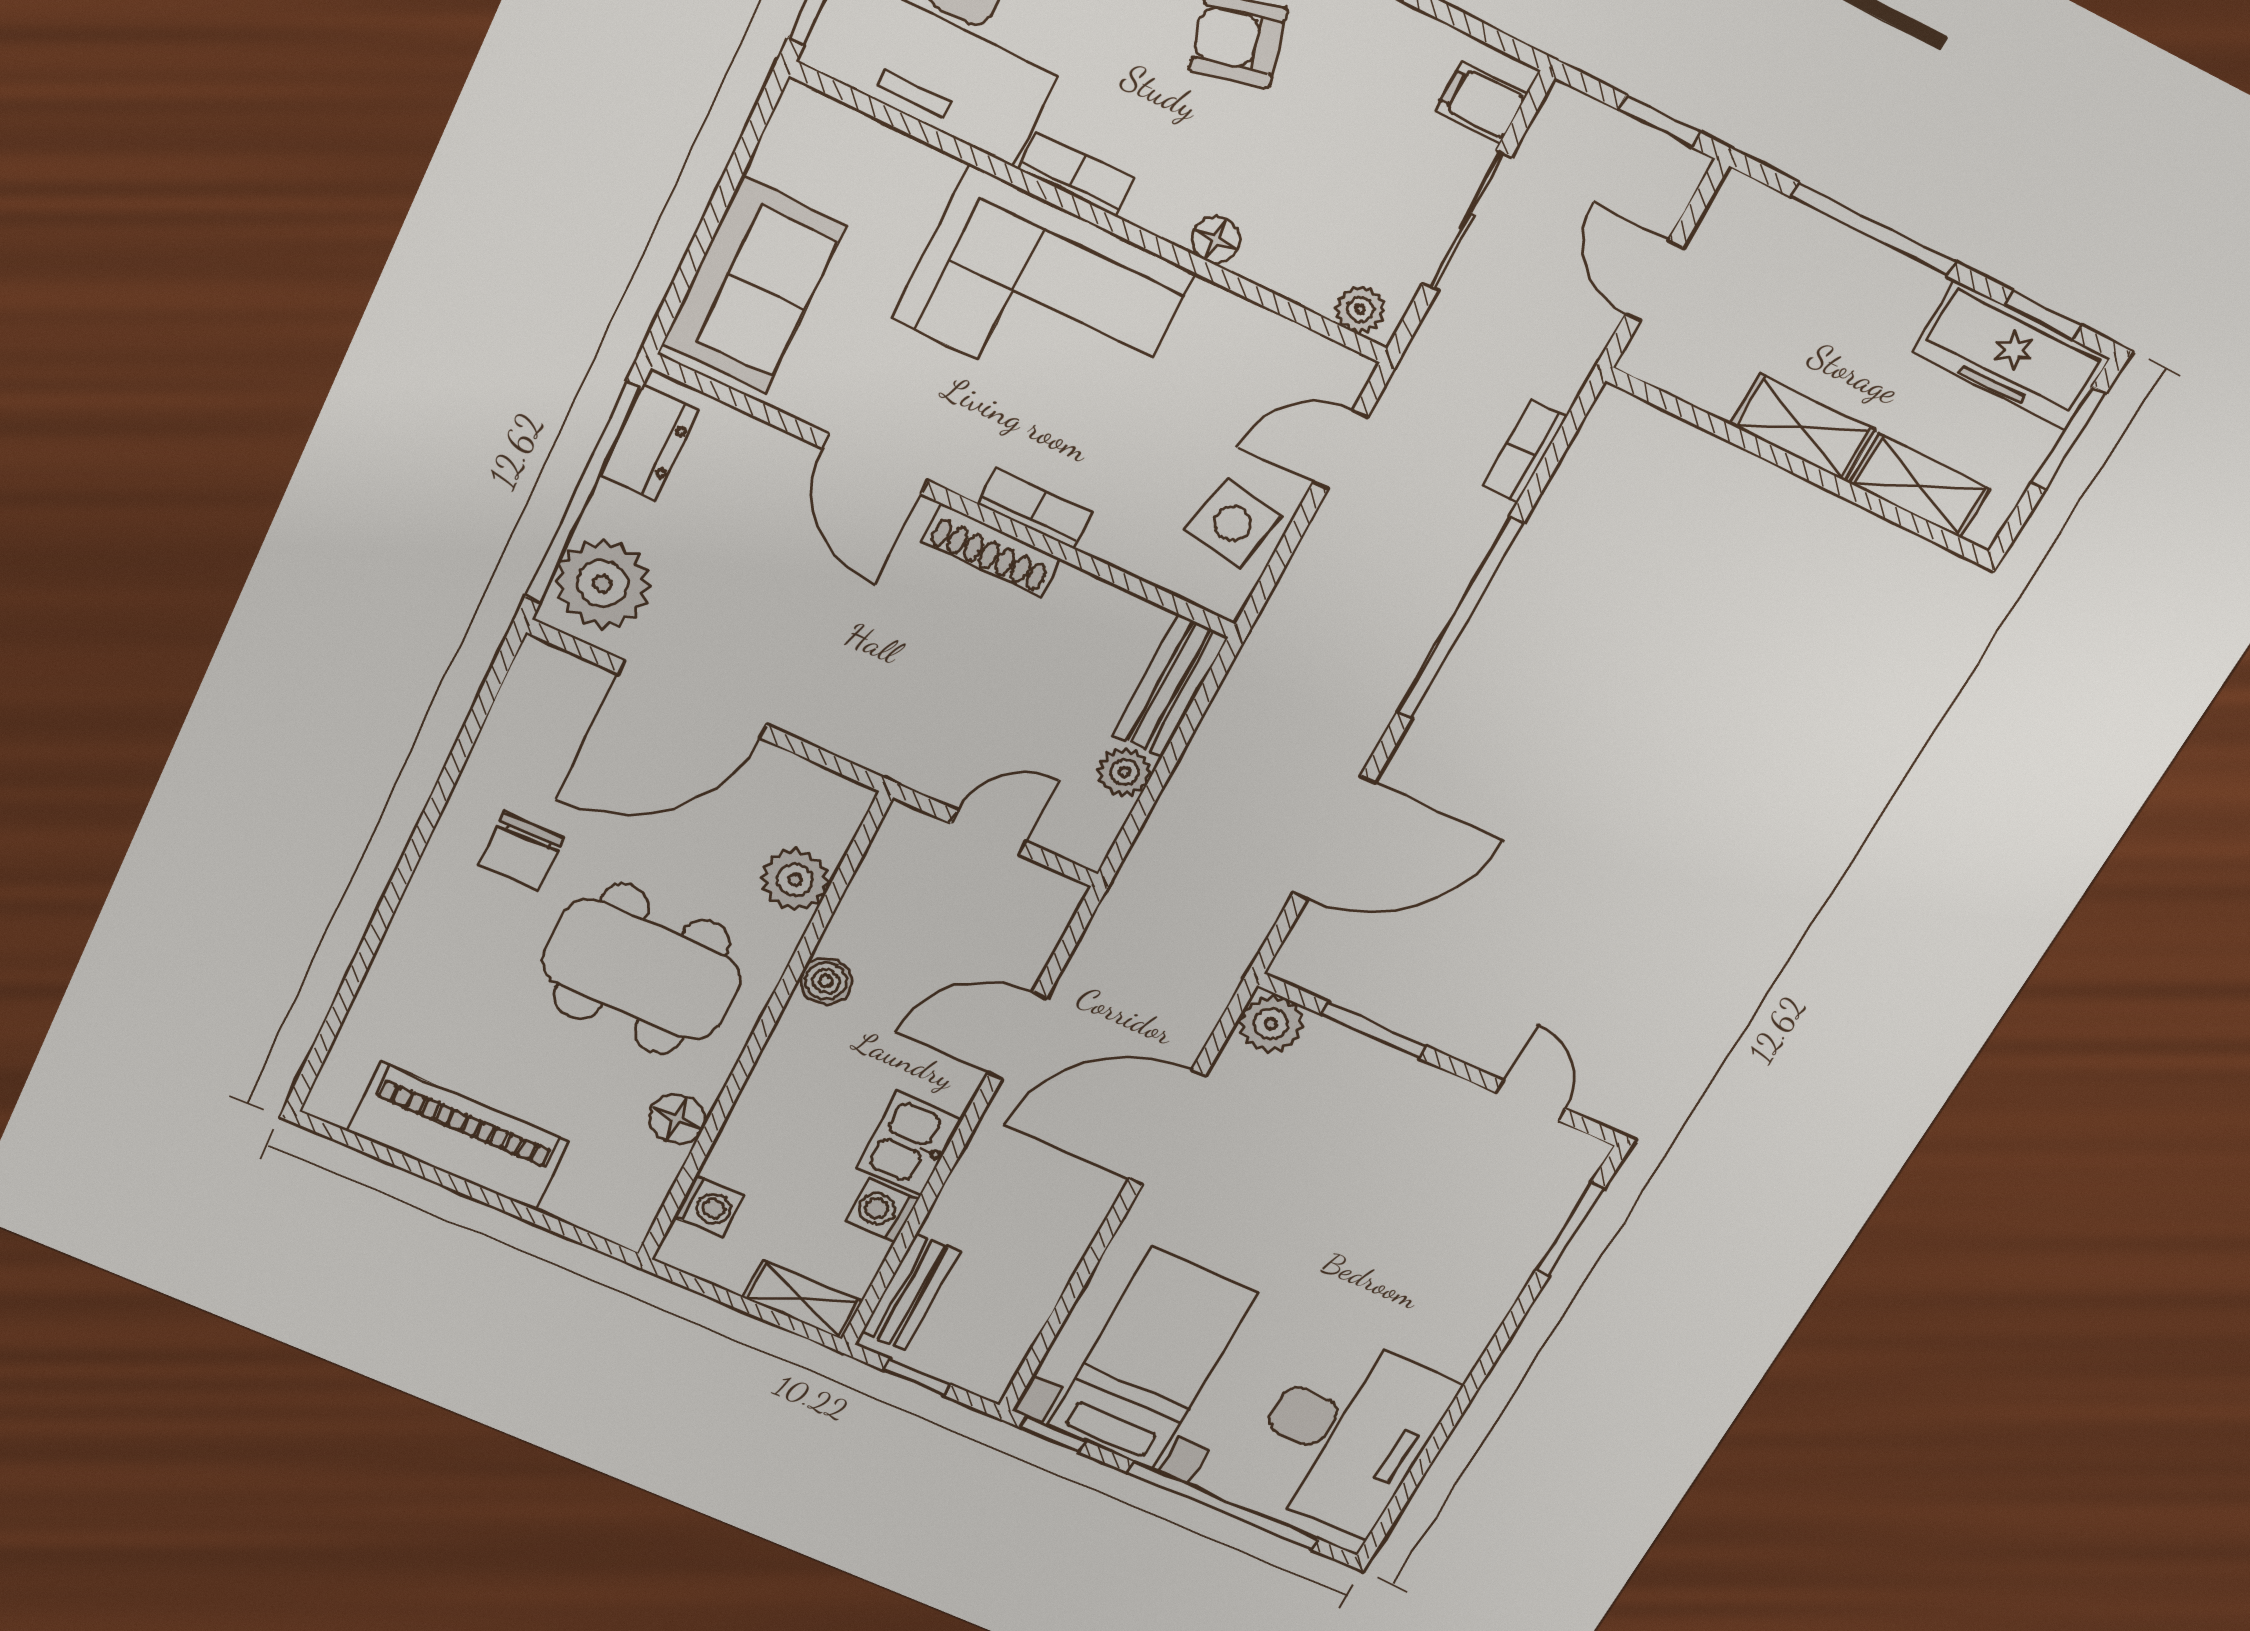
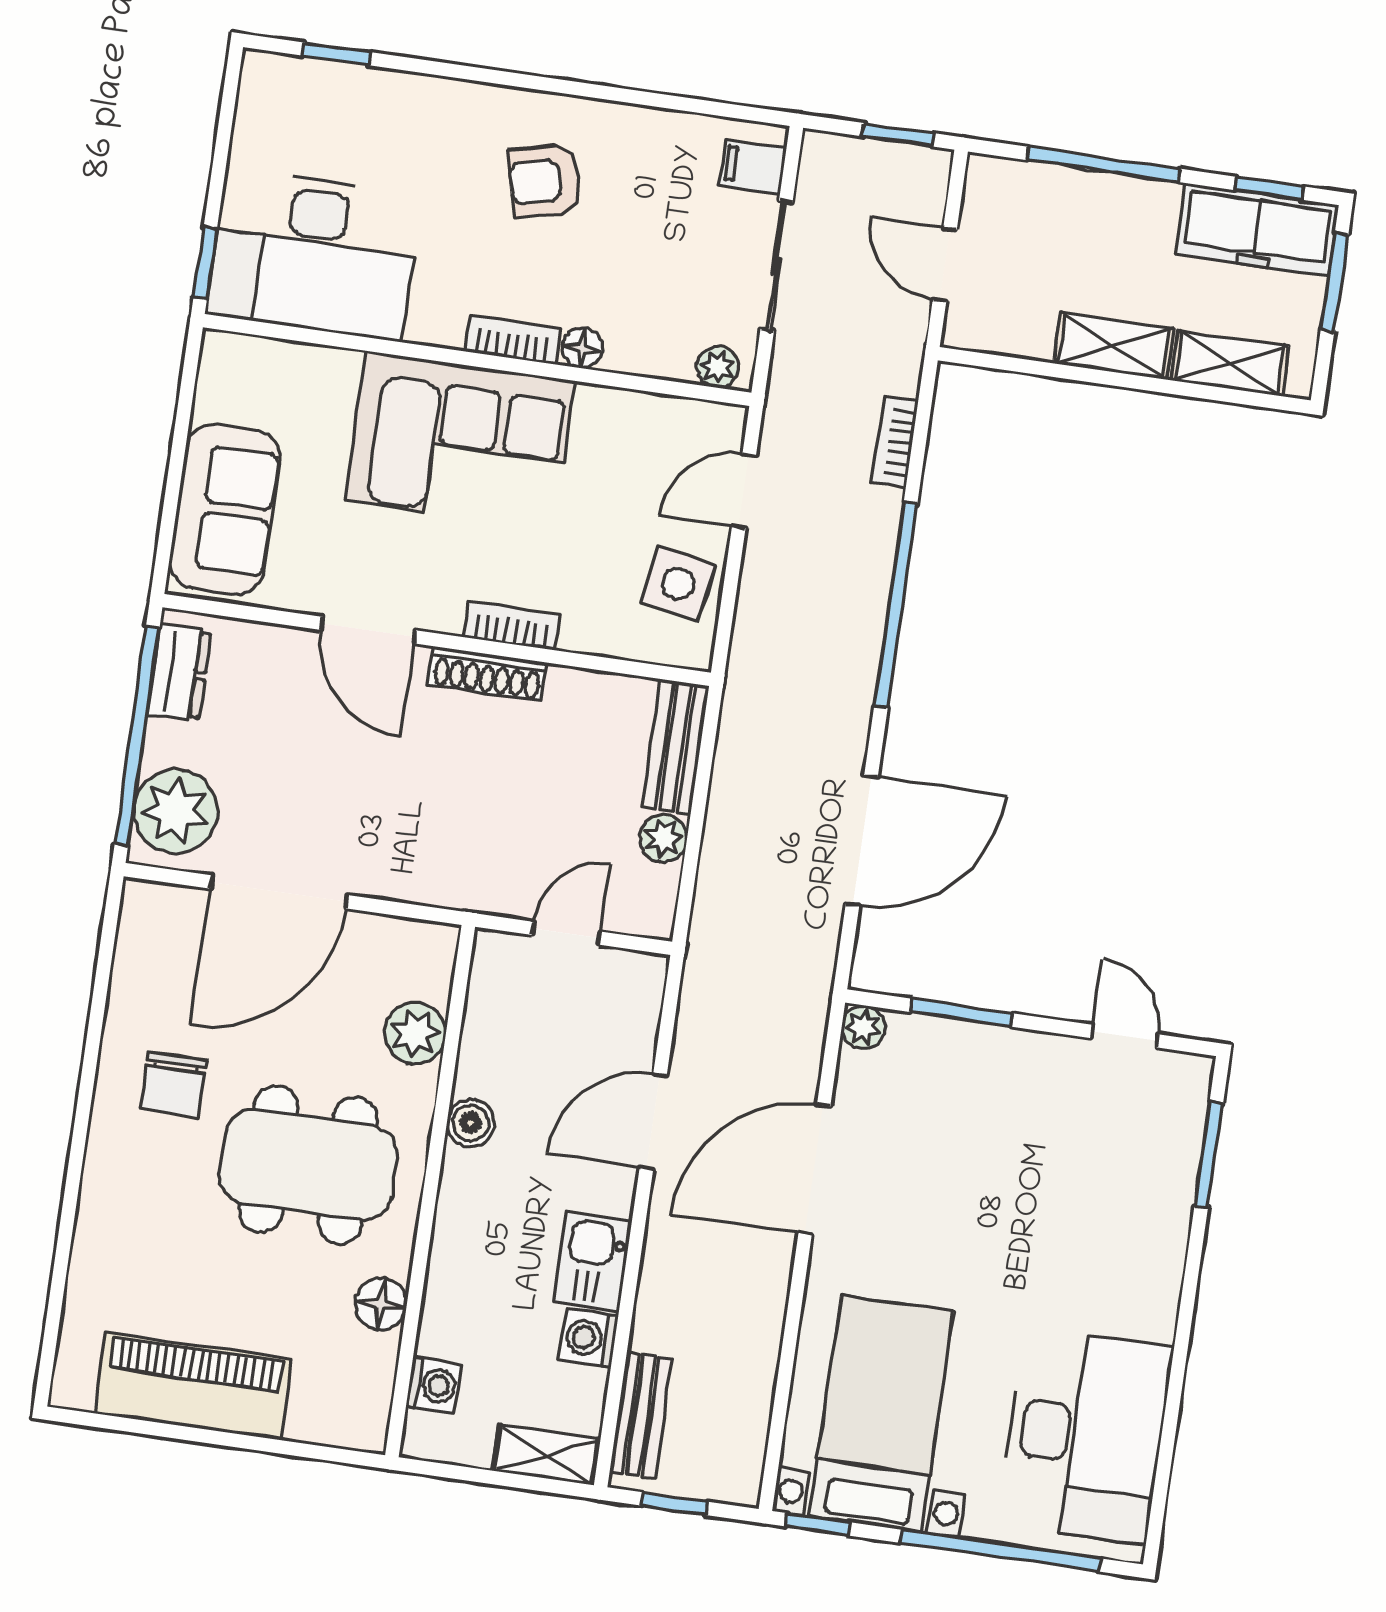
bookcase: (1076, 174) -> (513, 340), moved
plant: (1271, 1024) -> (863, 1027), width x0.73, depth x0.73

